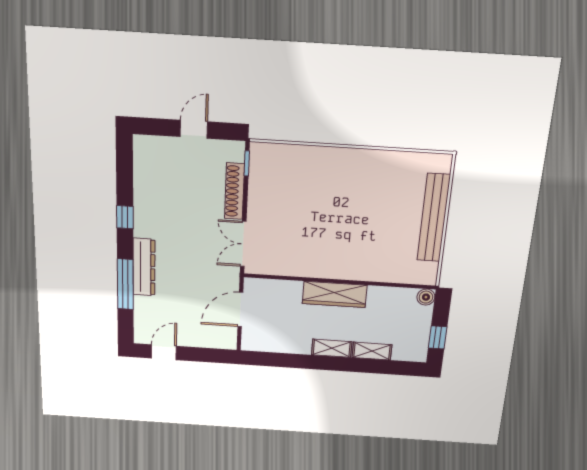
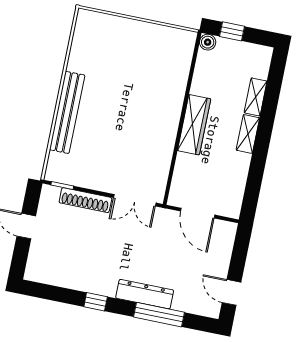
bench: (434, 218) -> (67, 112), moved, turned 90
window: (438, 337) -> (232, 31), moved

